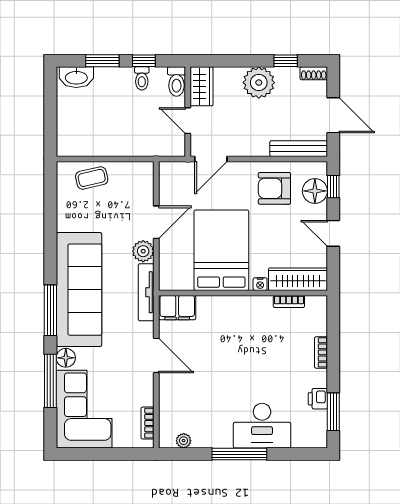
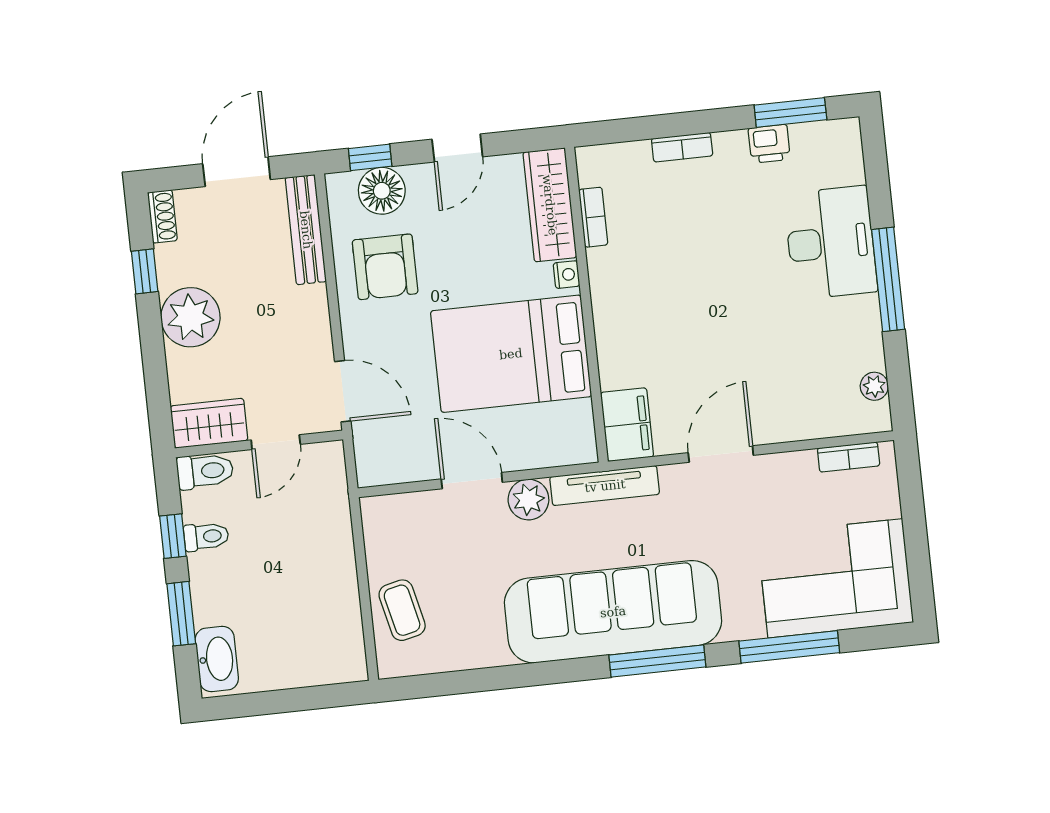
floor lamp: (66, 358) -> (743, 623), removed

